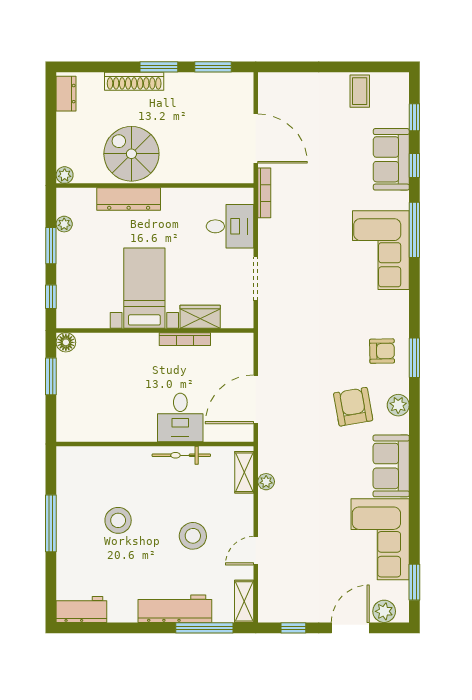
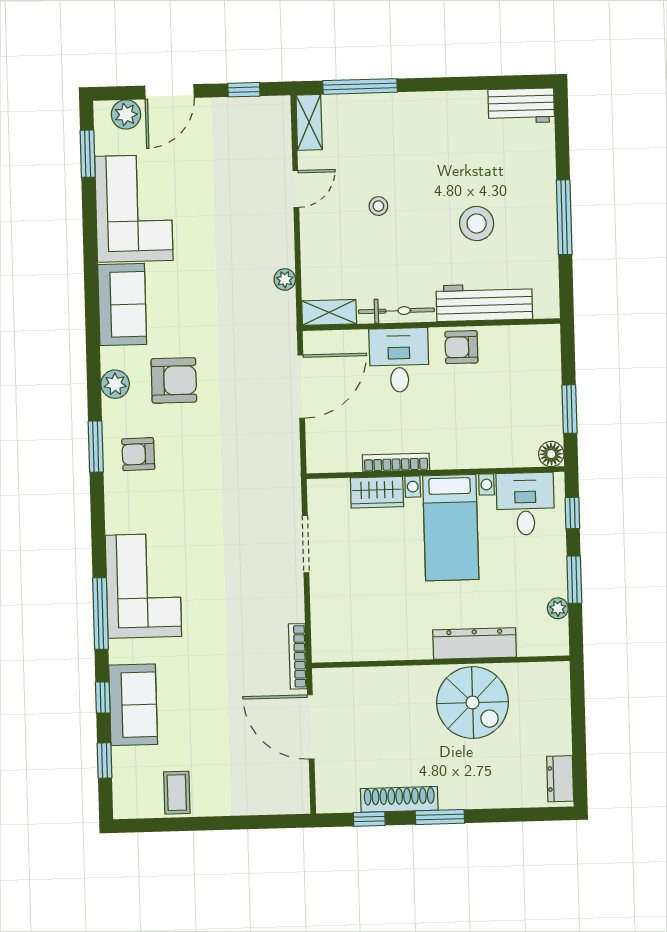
window: (213, 67) -> (369, 819), width x0.67
shoe rack: (134, 81) -> (399, 799), moved
plant: (65, 175) -> (559, 672), removed
desk: (230, 226) -> (525, 504), moved, turned 90
armchair: (353, 407) -> (174, 380), turned -80
armchair: (132, 426) -> (461, 347), added
shelving: (244, 472) -> (329, 312), moved, turned 90
stool: (193, 536) -> (378, 206), width x0.53, depth x0.53
workbench: (175, 609) -> (484, 302), moved, turned 180

